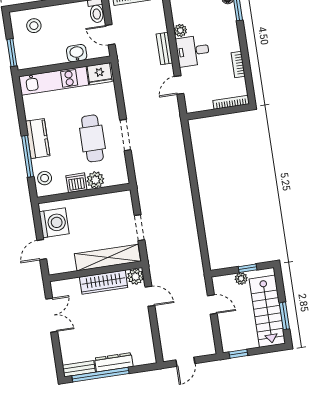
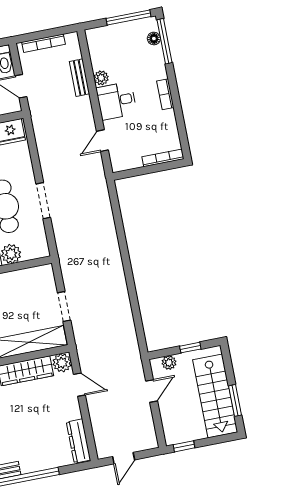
bench: (164, 48) -> (80, 78), moved
bookcase: (238, 64) -> (165, 94), moved
plant: (241, 279) -> (169, 363), moved
door: (212, 305) -> (152, 391), hinge flipped
dresser: (114, 362) -> (78, 441), moved, turned -90

